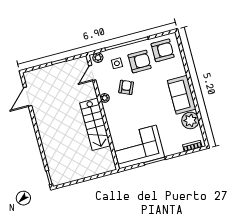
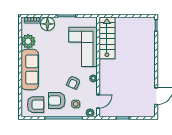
armchair: (163, 50) -> (36, 105), turned 180
sofa: (182, 95) -> (30, 70), width x1.36
stairs: (95, 124) -> (107, 38), moved
floor lamp: (174, 146) -> (47, 24), added
corner sofa: (138, 147) -> (83, 47), moved, turned 90

